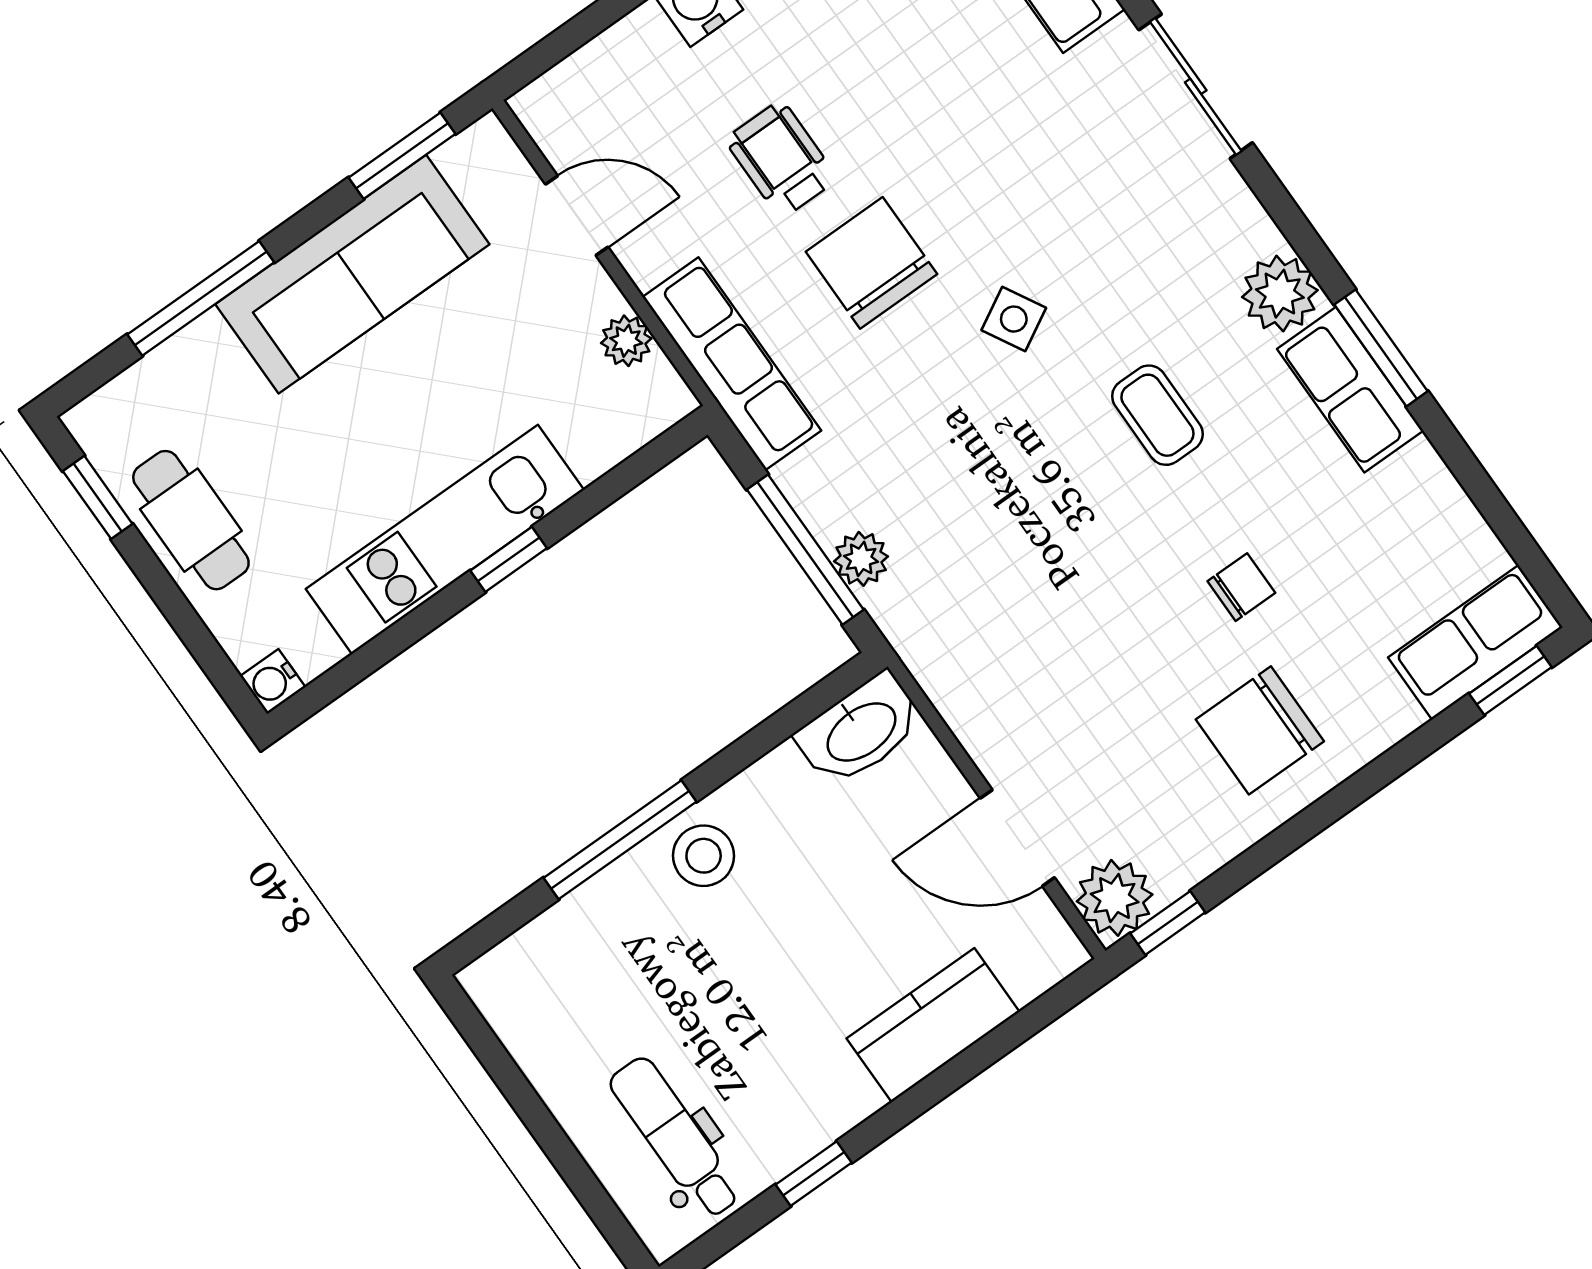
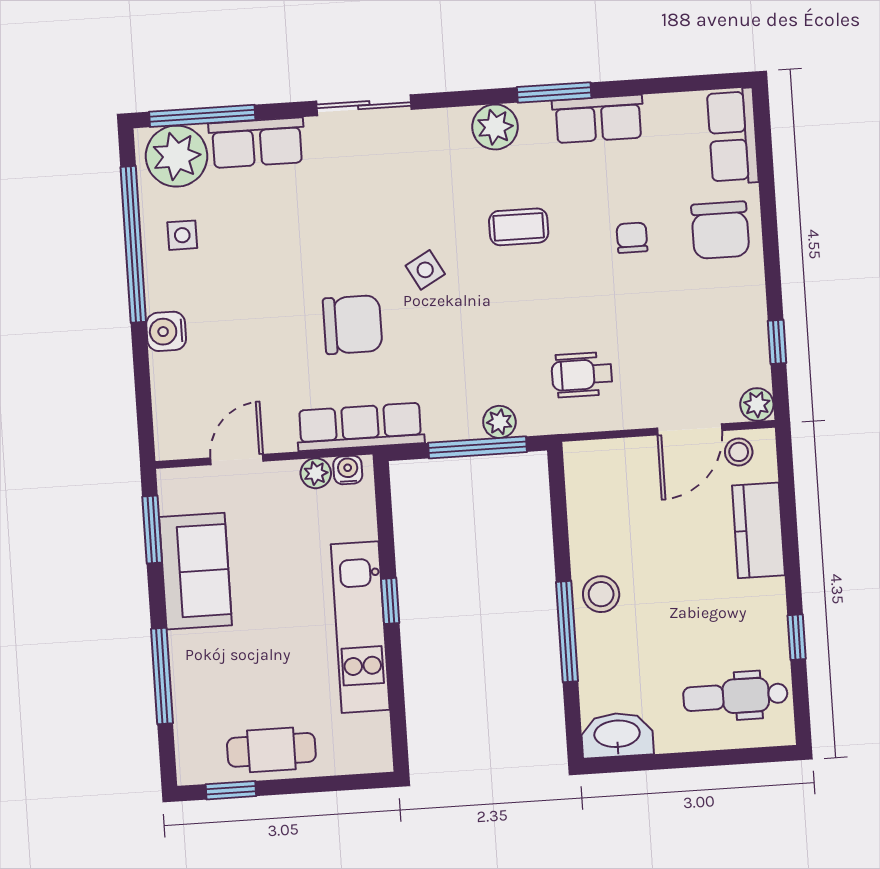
wheelchair: (781, 159) -> (582, 375), moved
chair: (871, 263) -> (353, 325), turned 180
sofa: (352, 274) -> (196, 571), width x0.73
row of seats: (1350, 390) -> (598, 119), moved
window: (1510, 680) -> (763, 130), removed
water cooler: (273, 682) -> (348, 470), moved, turned 180
washbasin: (860, 730) -> (617, 735), moved, turned -90
chair: (1260, 730) -> (720, 230), moved
plant: (1115, 898) -> (757, 404), width x0.73, depth x0.73
window: (1168, 923) -> (777, 342), moved
stool: (1028, 928) -> (739, 452), added

